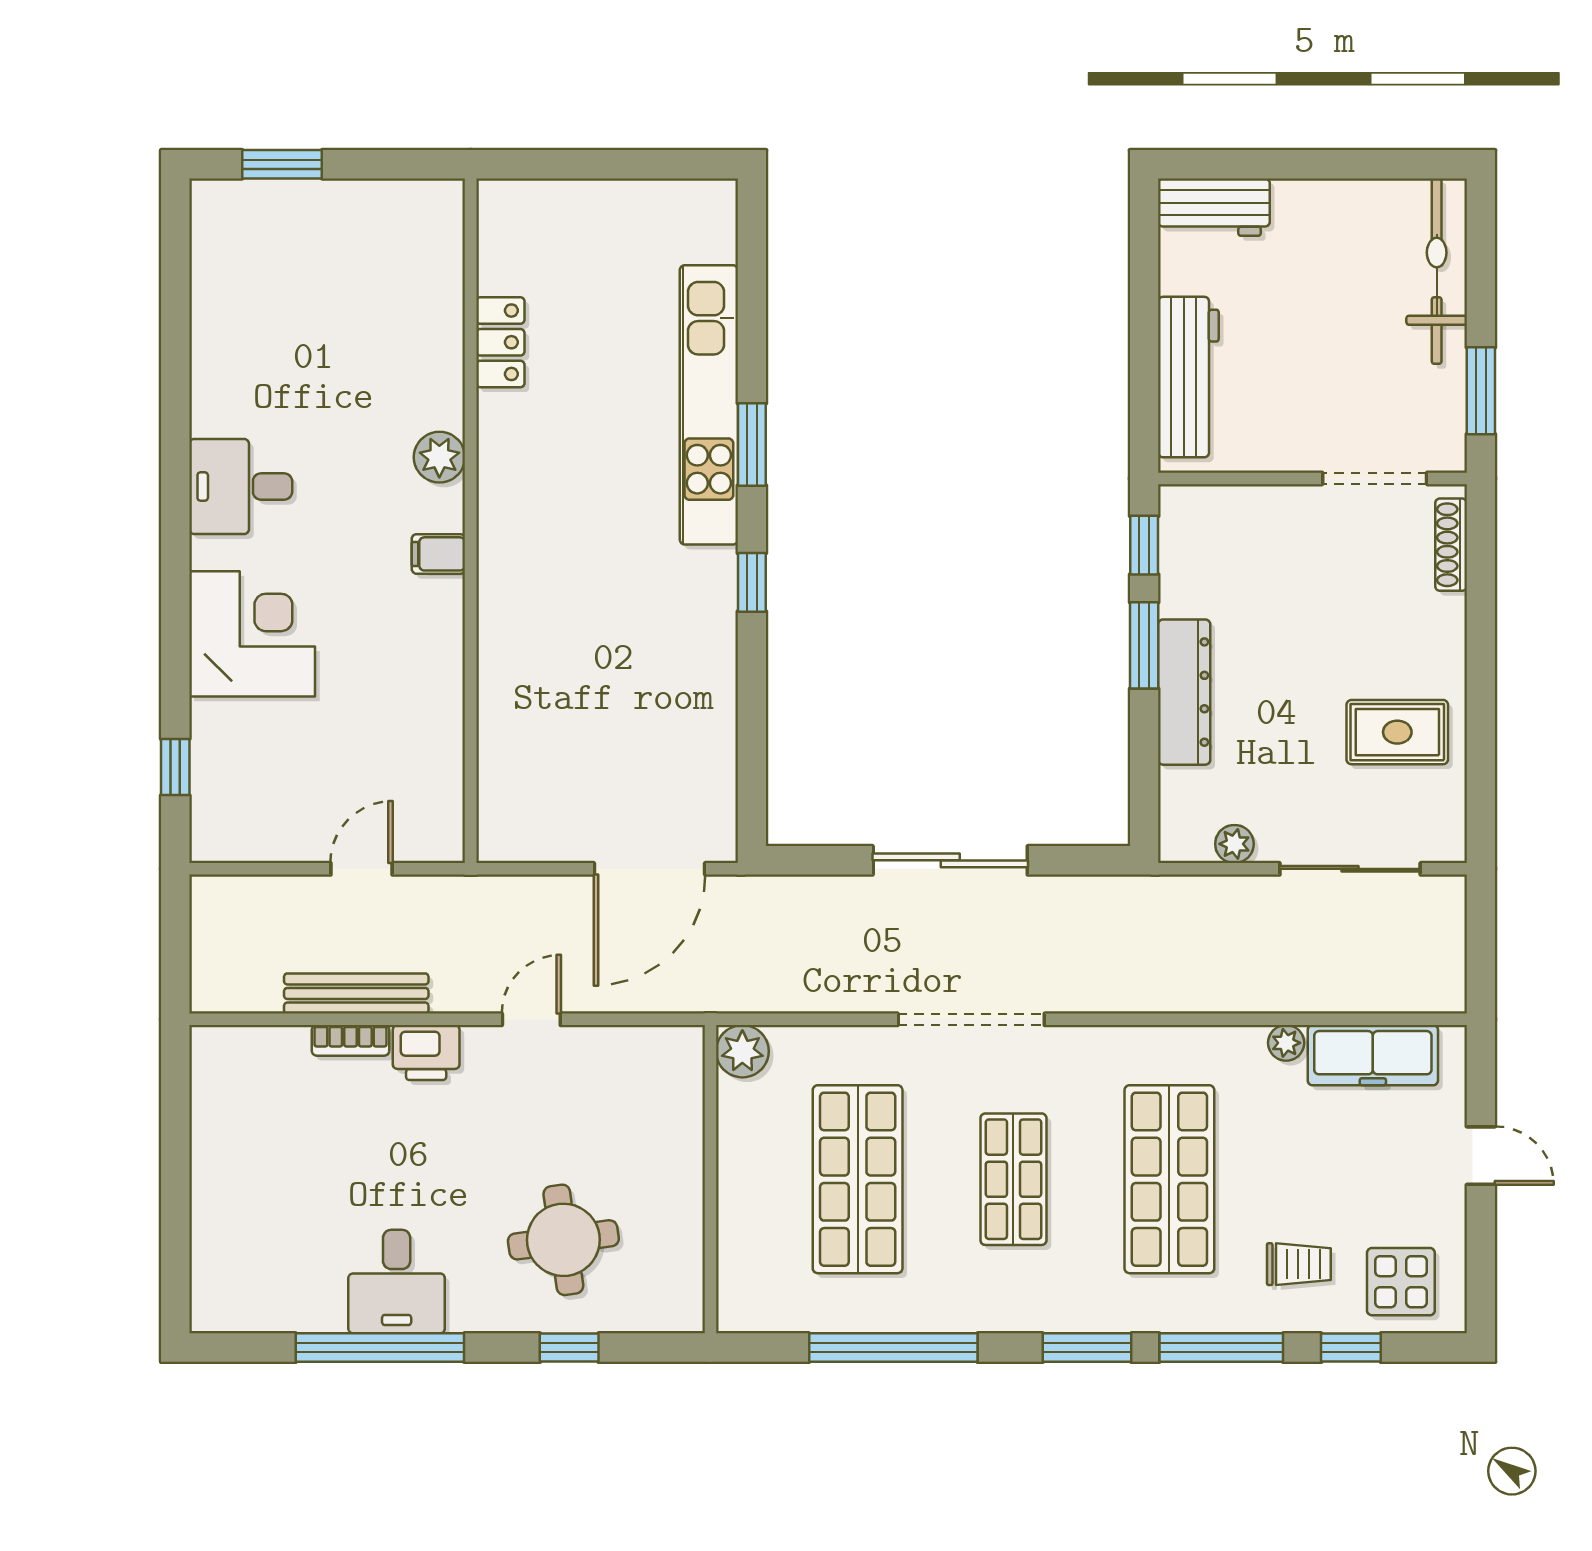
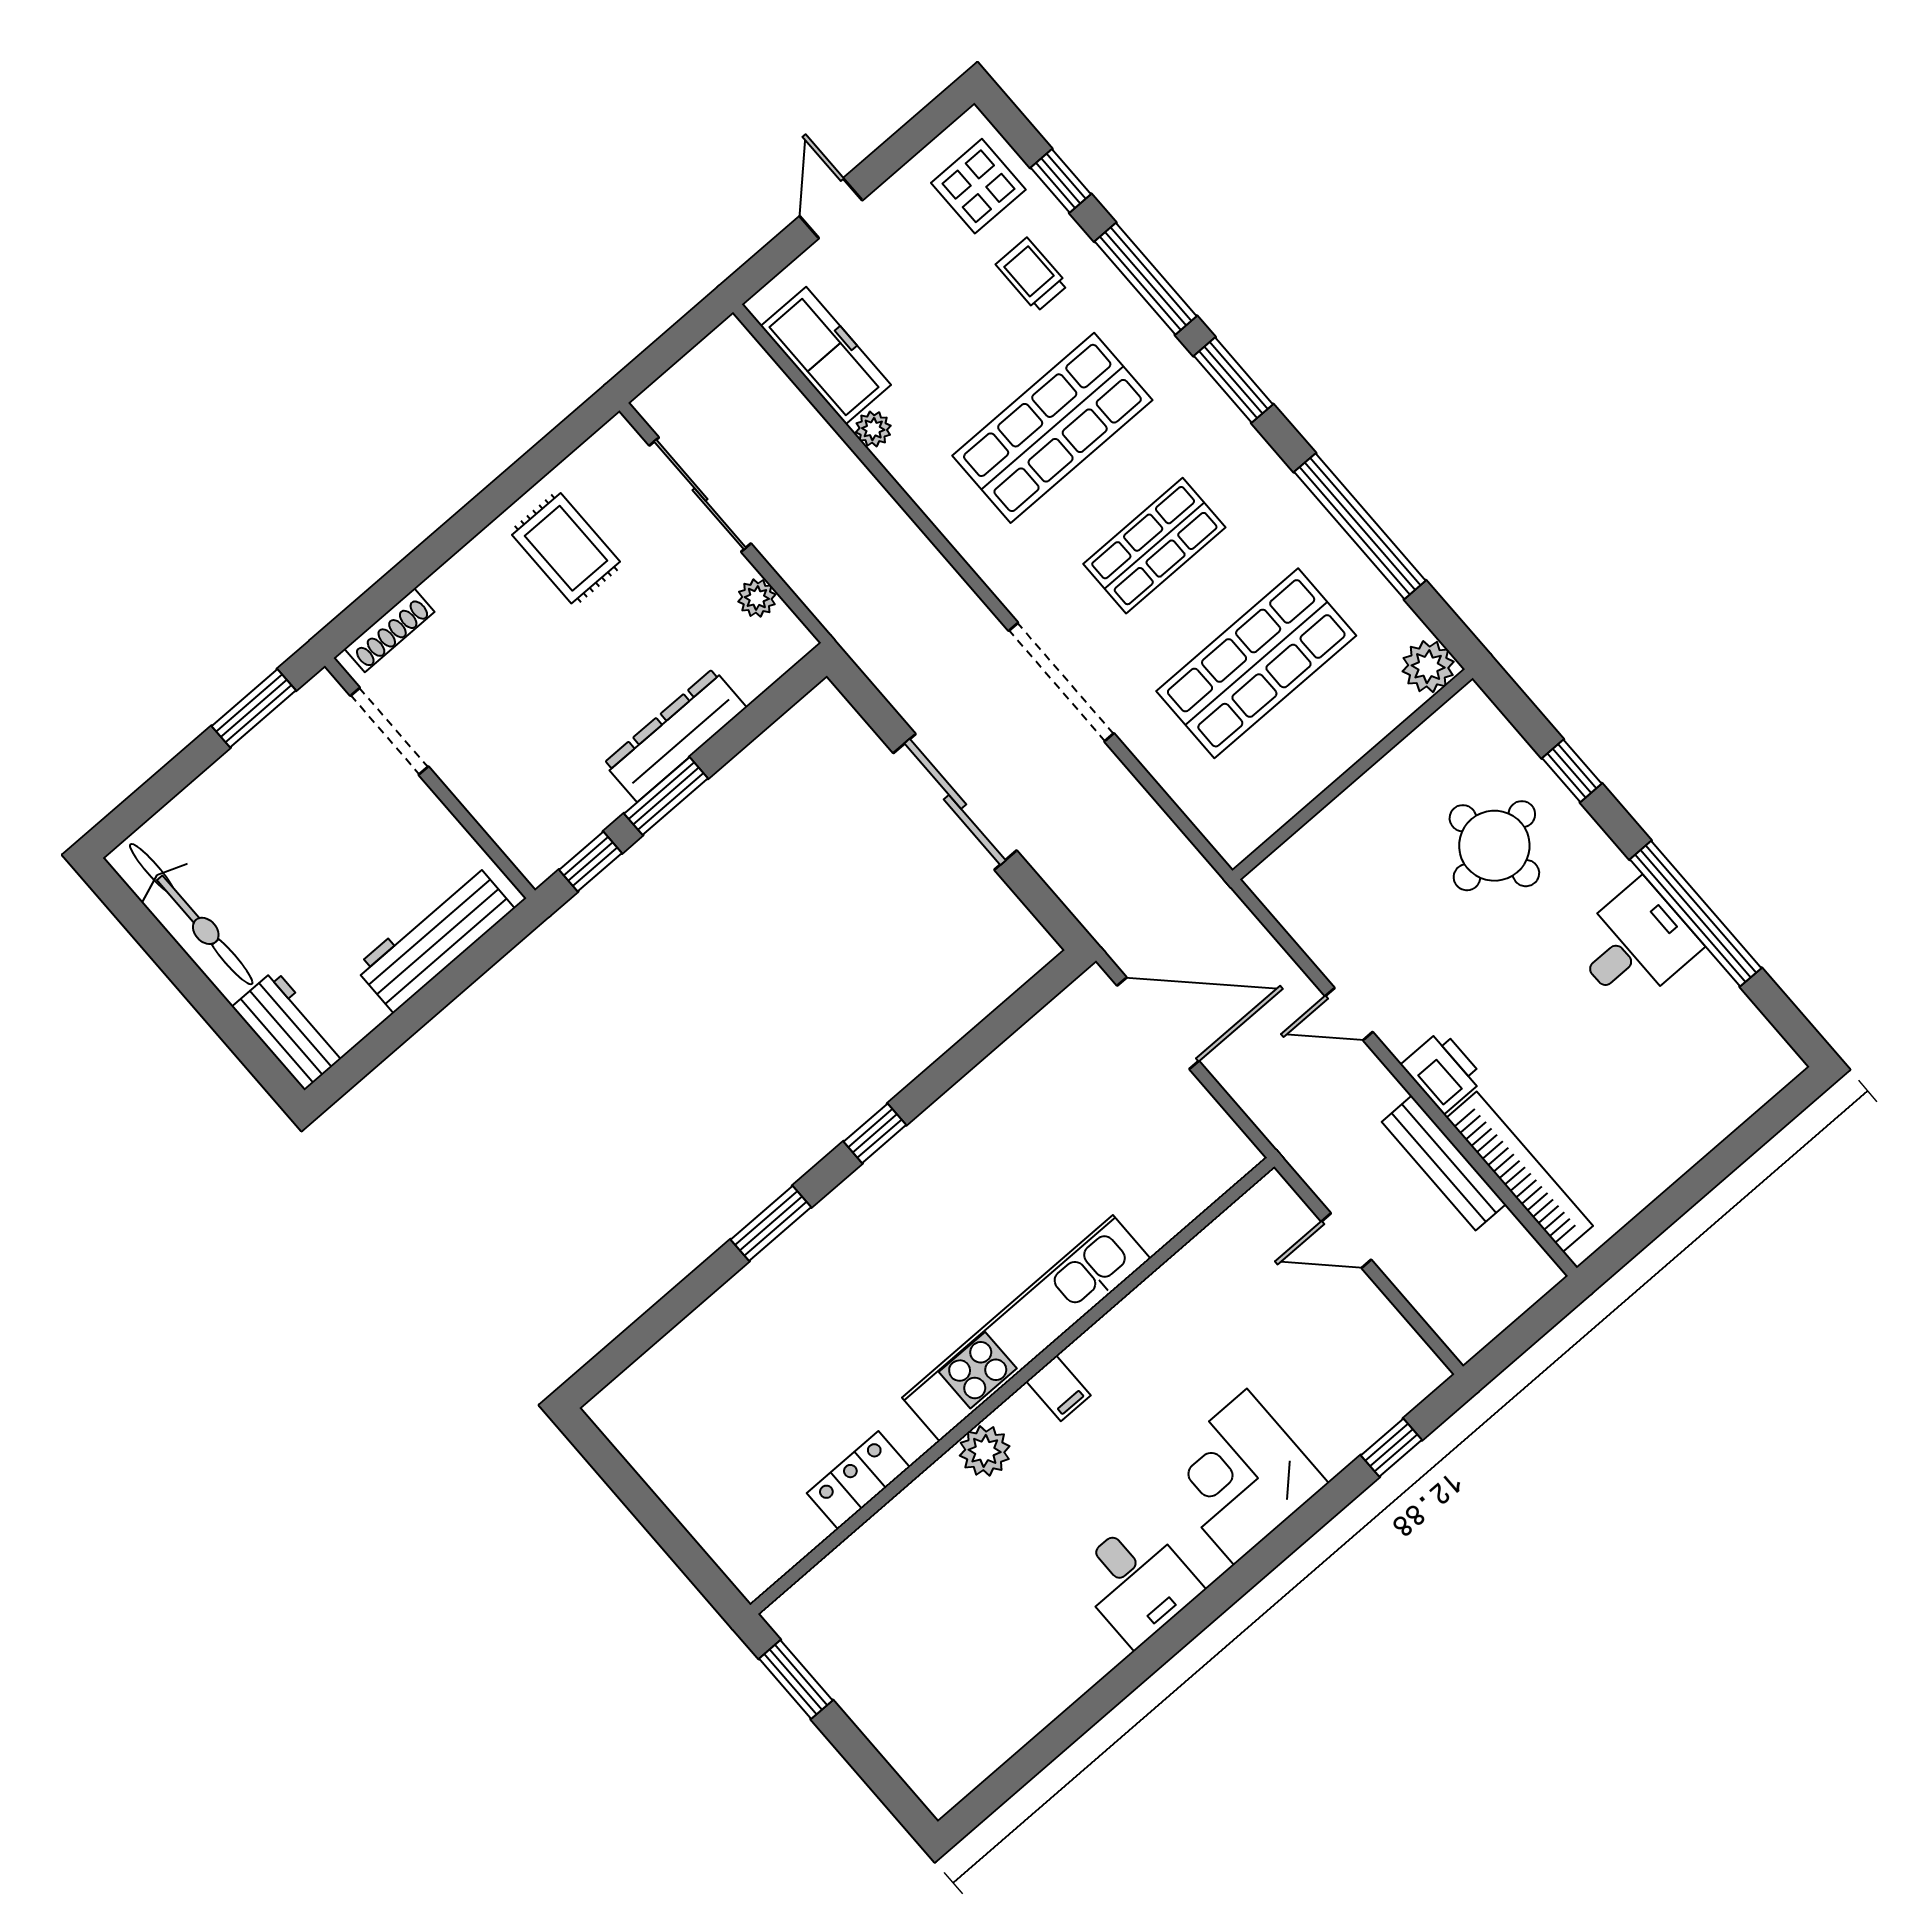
window: (282, 164) -> (796, 1680), moved
bicycle: (1437, 271) -> (191, 914), moved, turned -90
kitchen unit: (709, 405) -> (1026, 1328), moved, turned 180
bookcase: (351, 1040) -> (1520, 1172), width x2.31, depth x1.31
plant: (742, 1051) -> (1428, 667), moved

